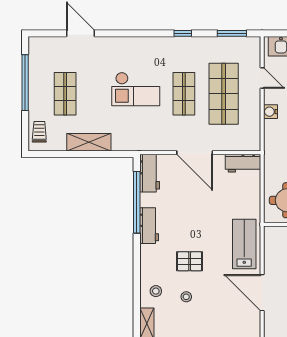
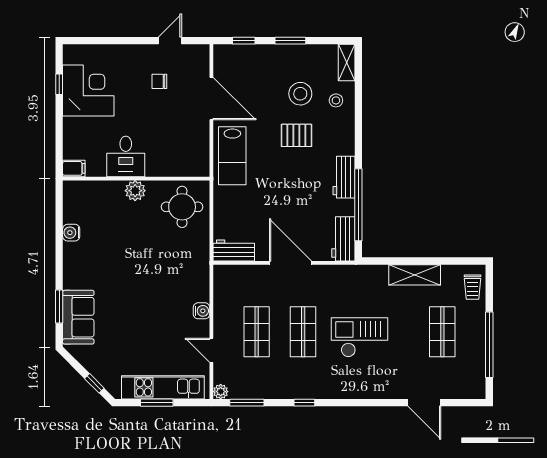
plant: (254, 43) -> (221, 392), added
shop shelf: (224, 94) -> (257, 332), width x0.70, depth x0.74
stool: (186, 297) -> (300, 94), width x1.89, depth x1.89

